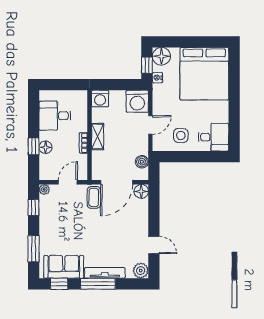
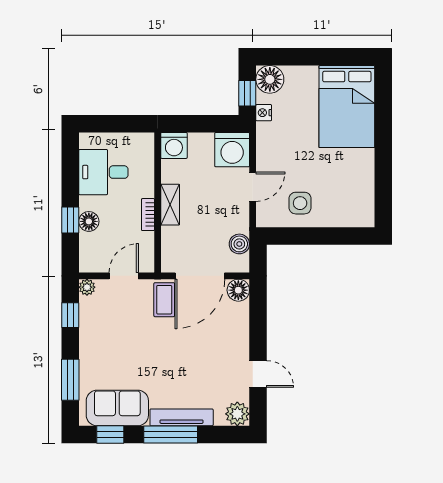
bed: (204, 74) -> (347, 107), width x0.73
desk: (213, 137) -> (351, 206), removed

